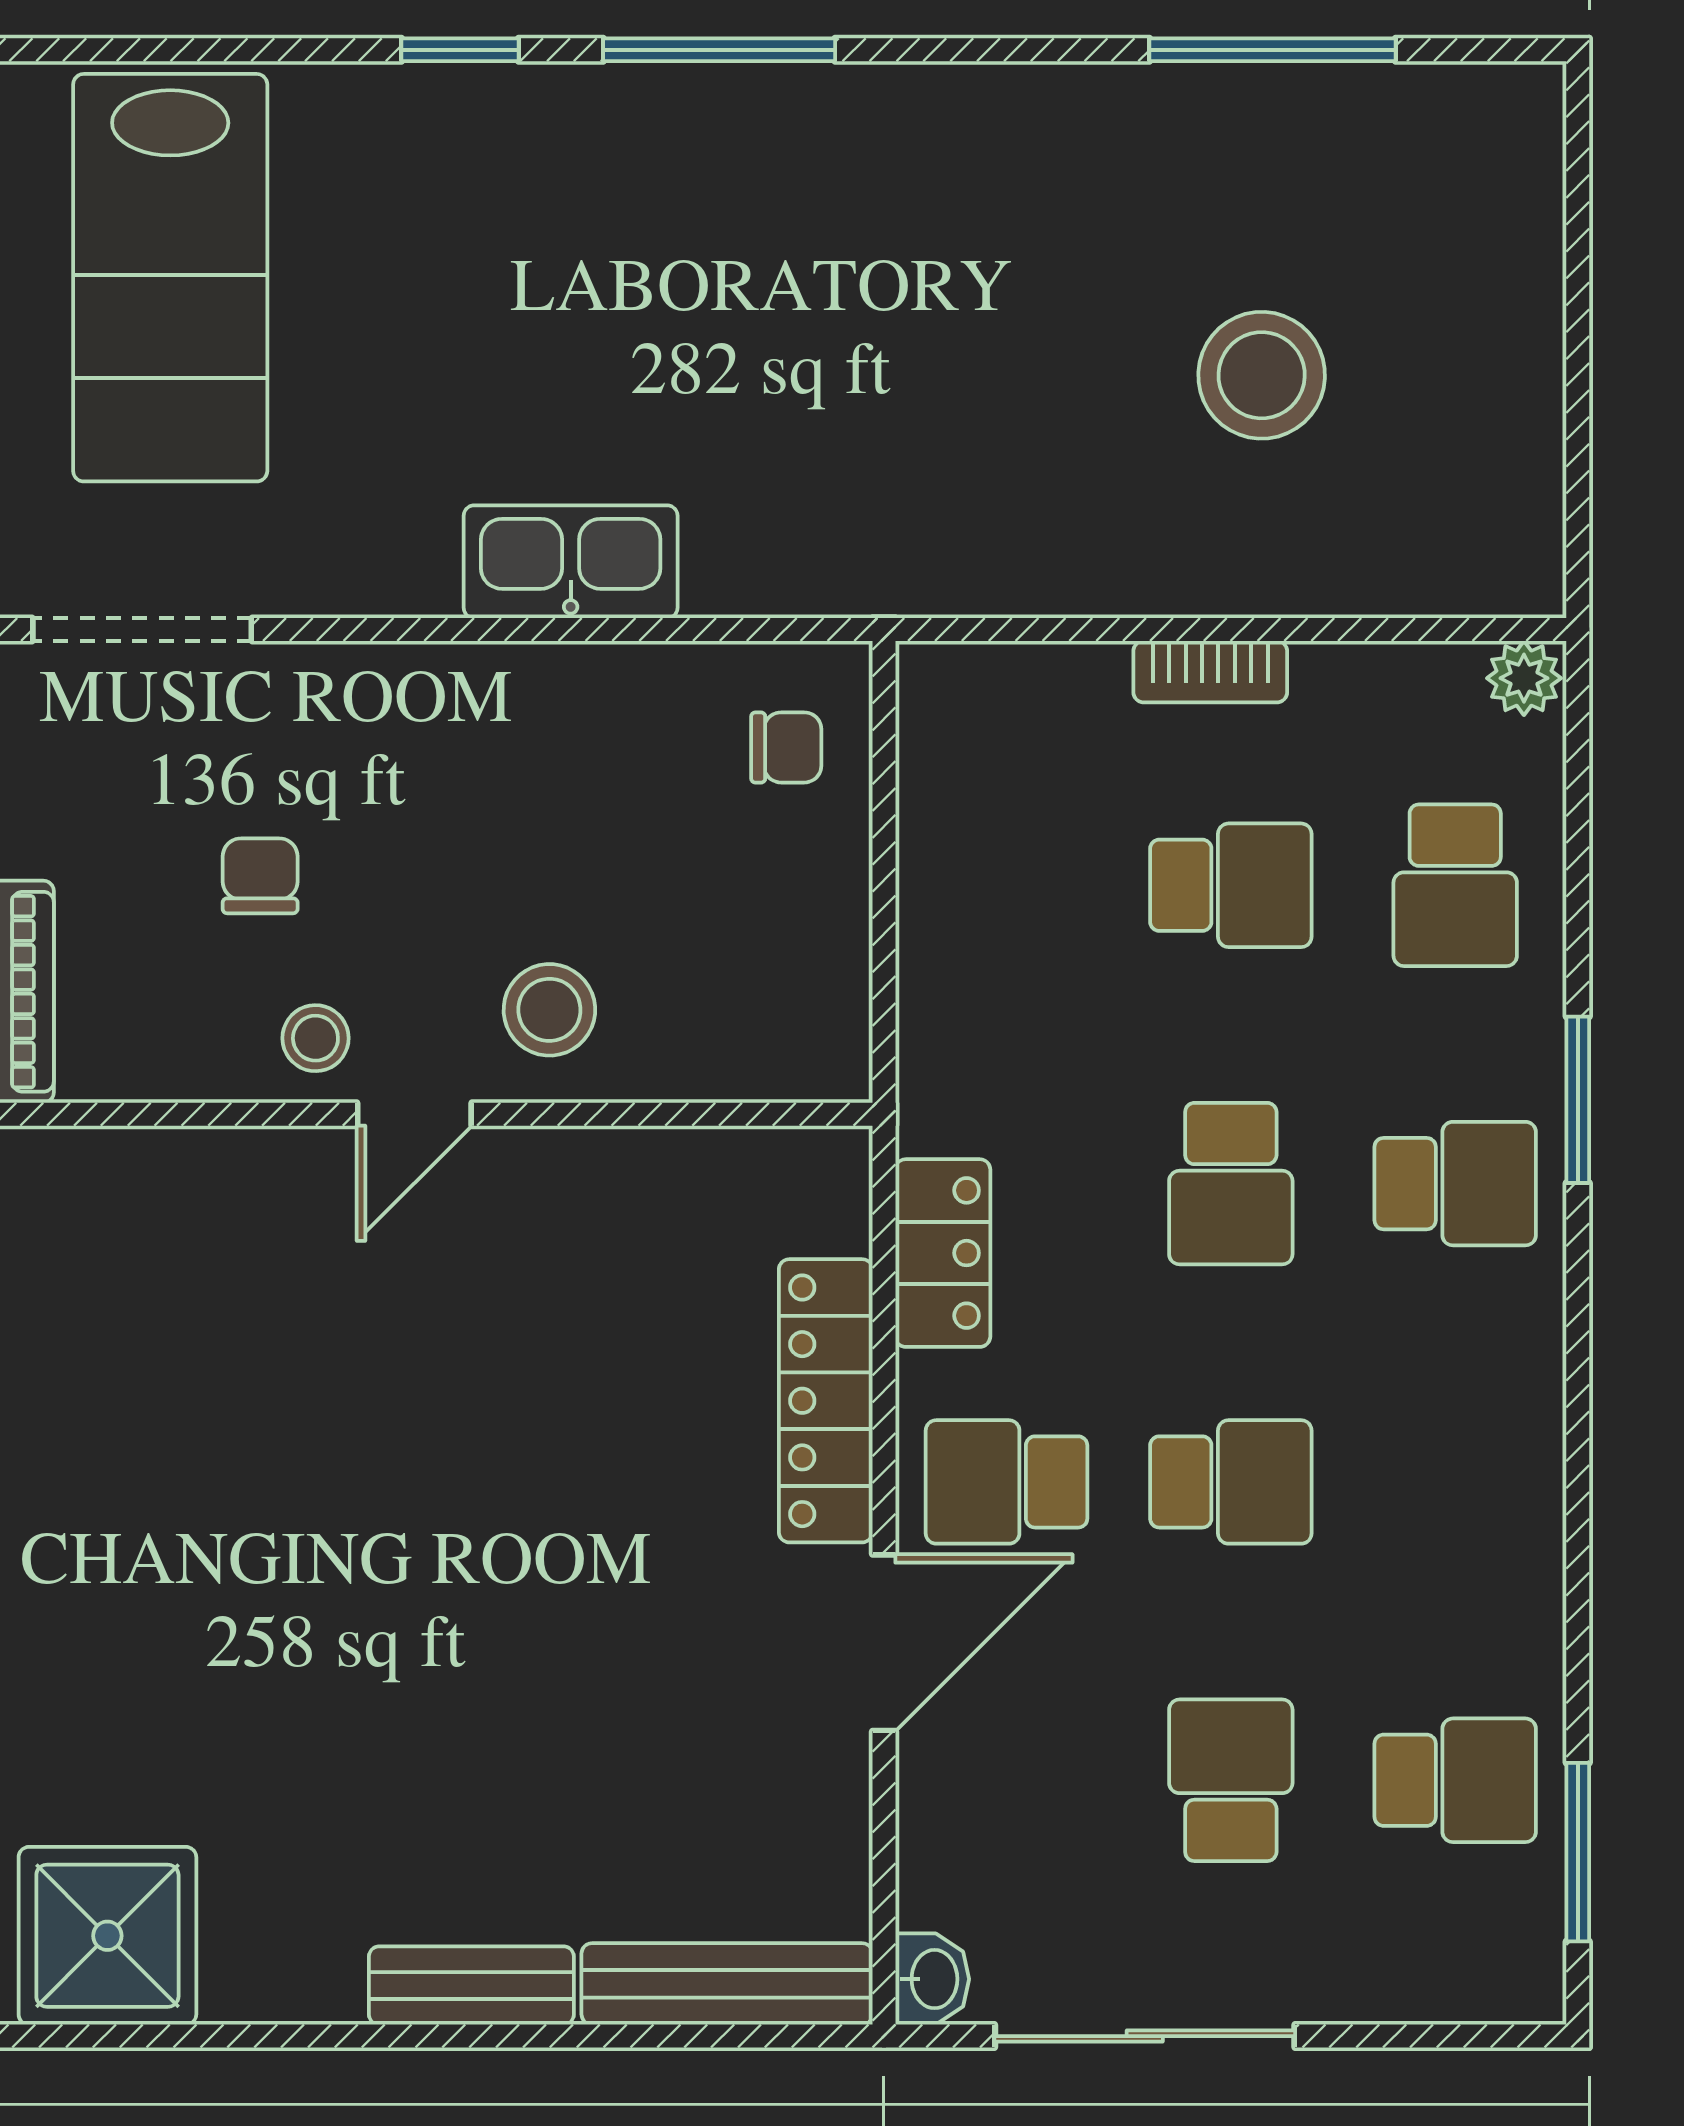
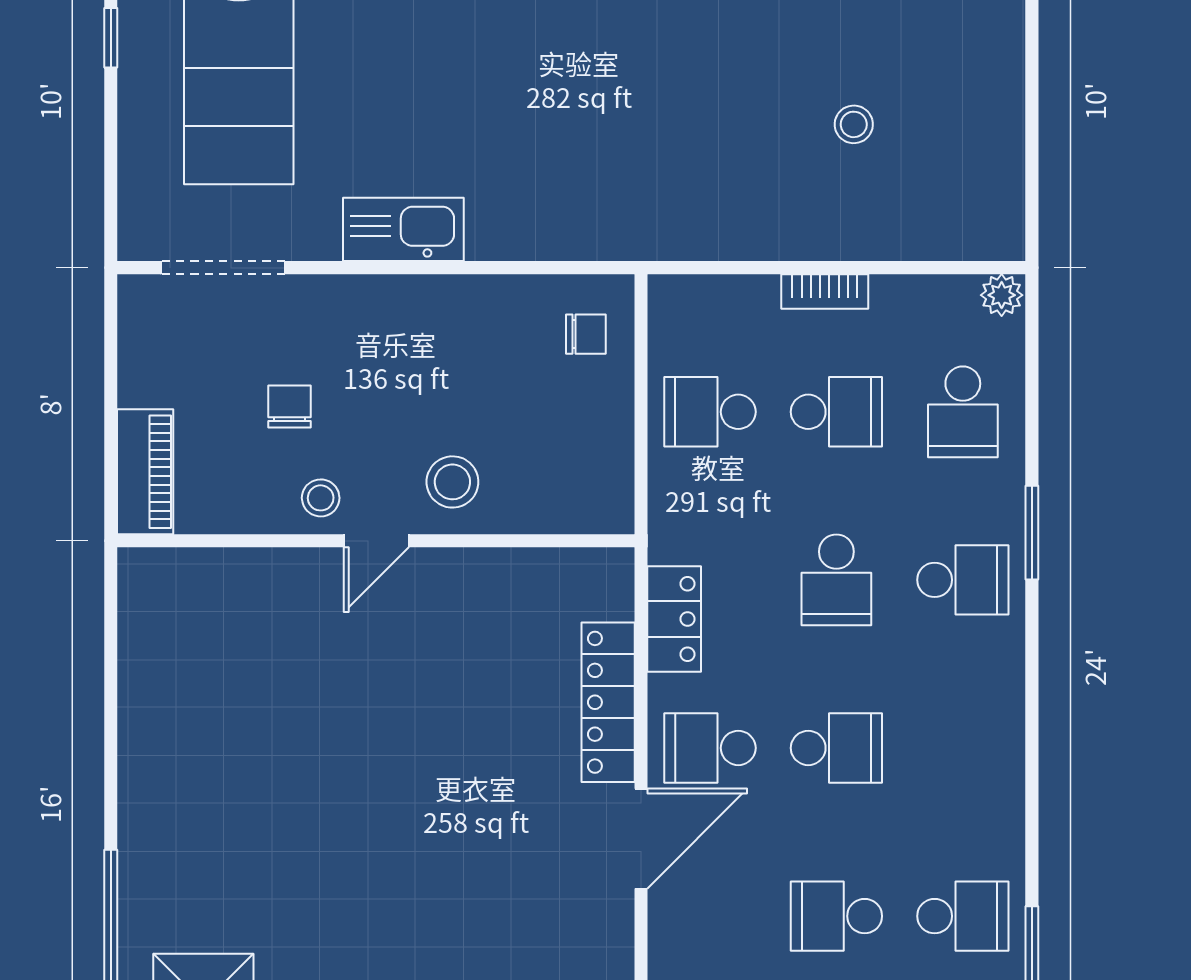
stool: (1262, 375) -> (854, 124), width x0.53, depth x0.53
kitchen sink: (571, 562) -> (403, 229), moved
school desk: (1006, 885) -> (710, 412), added
school desk: (1231, 1780) -> (836, 916), turned -90

